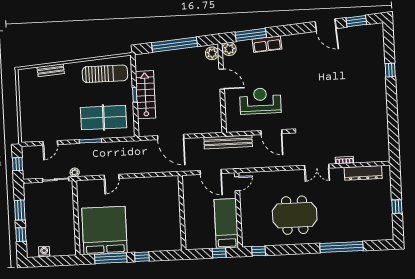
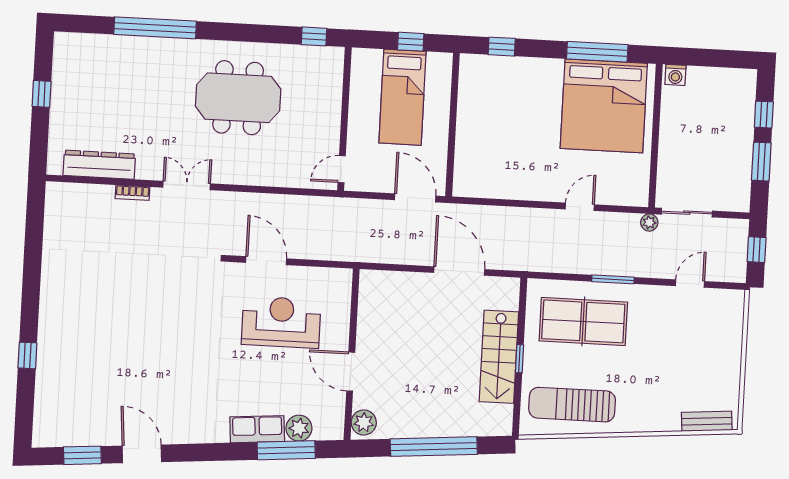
plant: (229, 49) -> (299, 428), moved
bench: (51, 70) -> (707, 421), moved
reception desk: (260, 101) -> (281, 322), turned 180
bench: (228, 142) -> (351, 250), removed
door: (211, 172) -> (415, 198), moved
bed: (226, 223) -> (402, 97), moved
washing machine: (44, 252) -> (675, 75), moved
window: (219, 253) -> (411, 42), moved
window: (142, 257) -> (502, 47), moved

